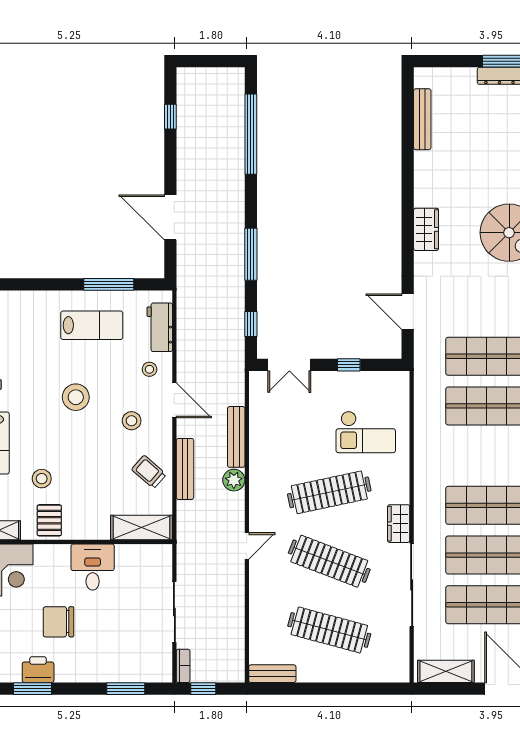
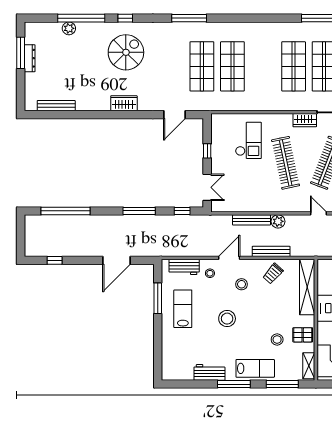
shelving: (141, 527) -> (307, 287), width x1.47

